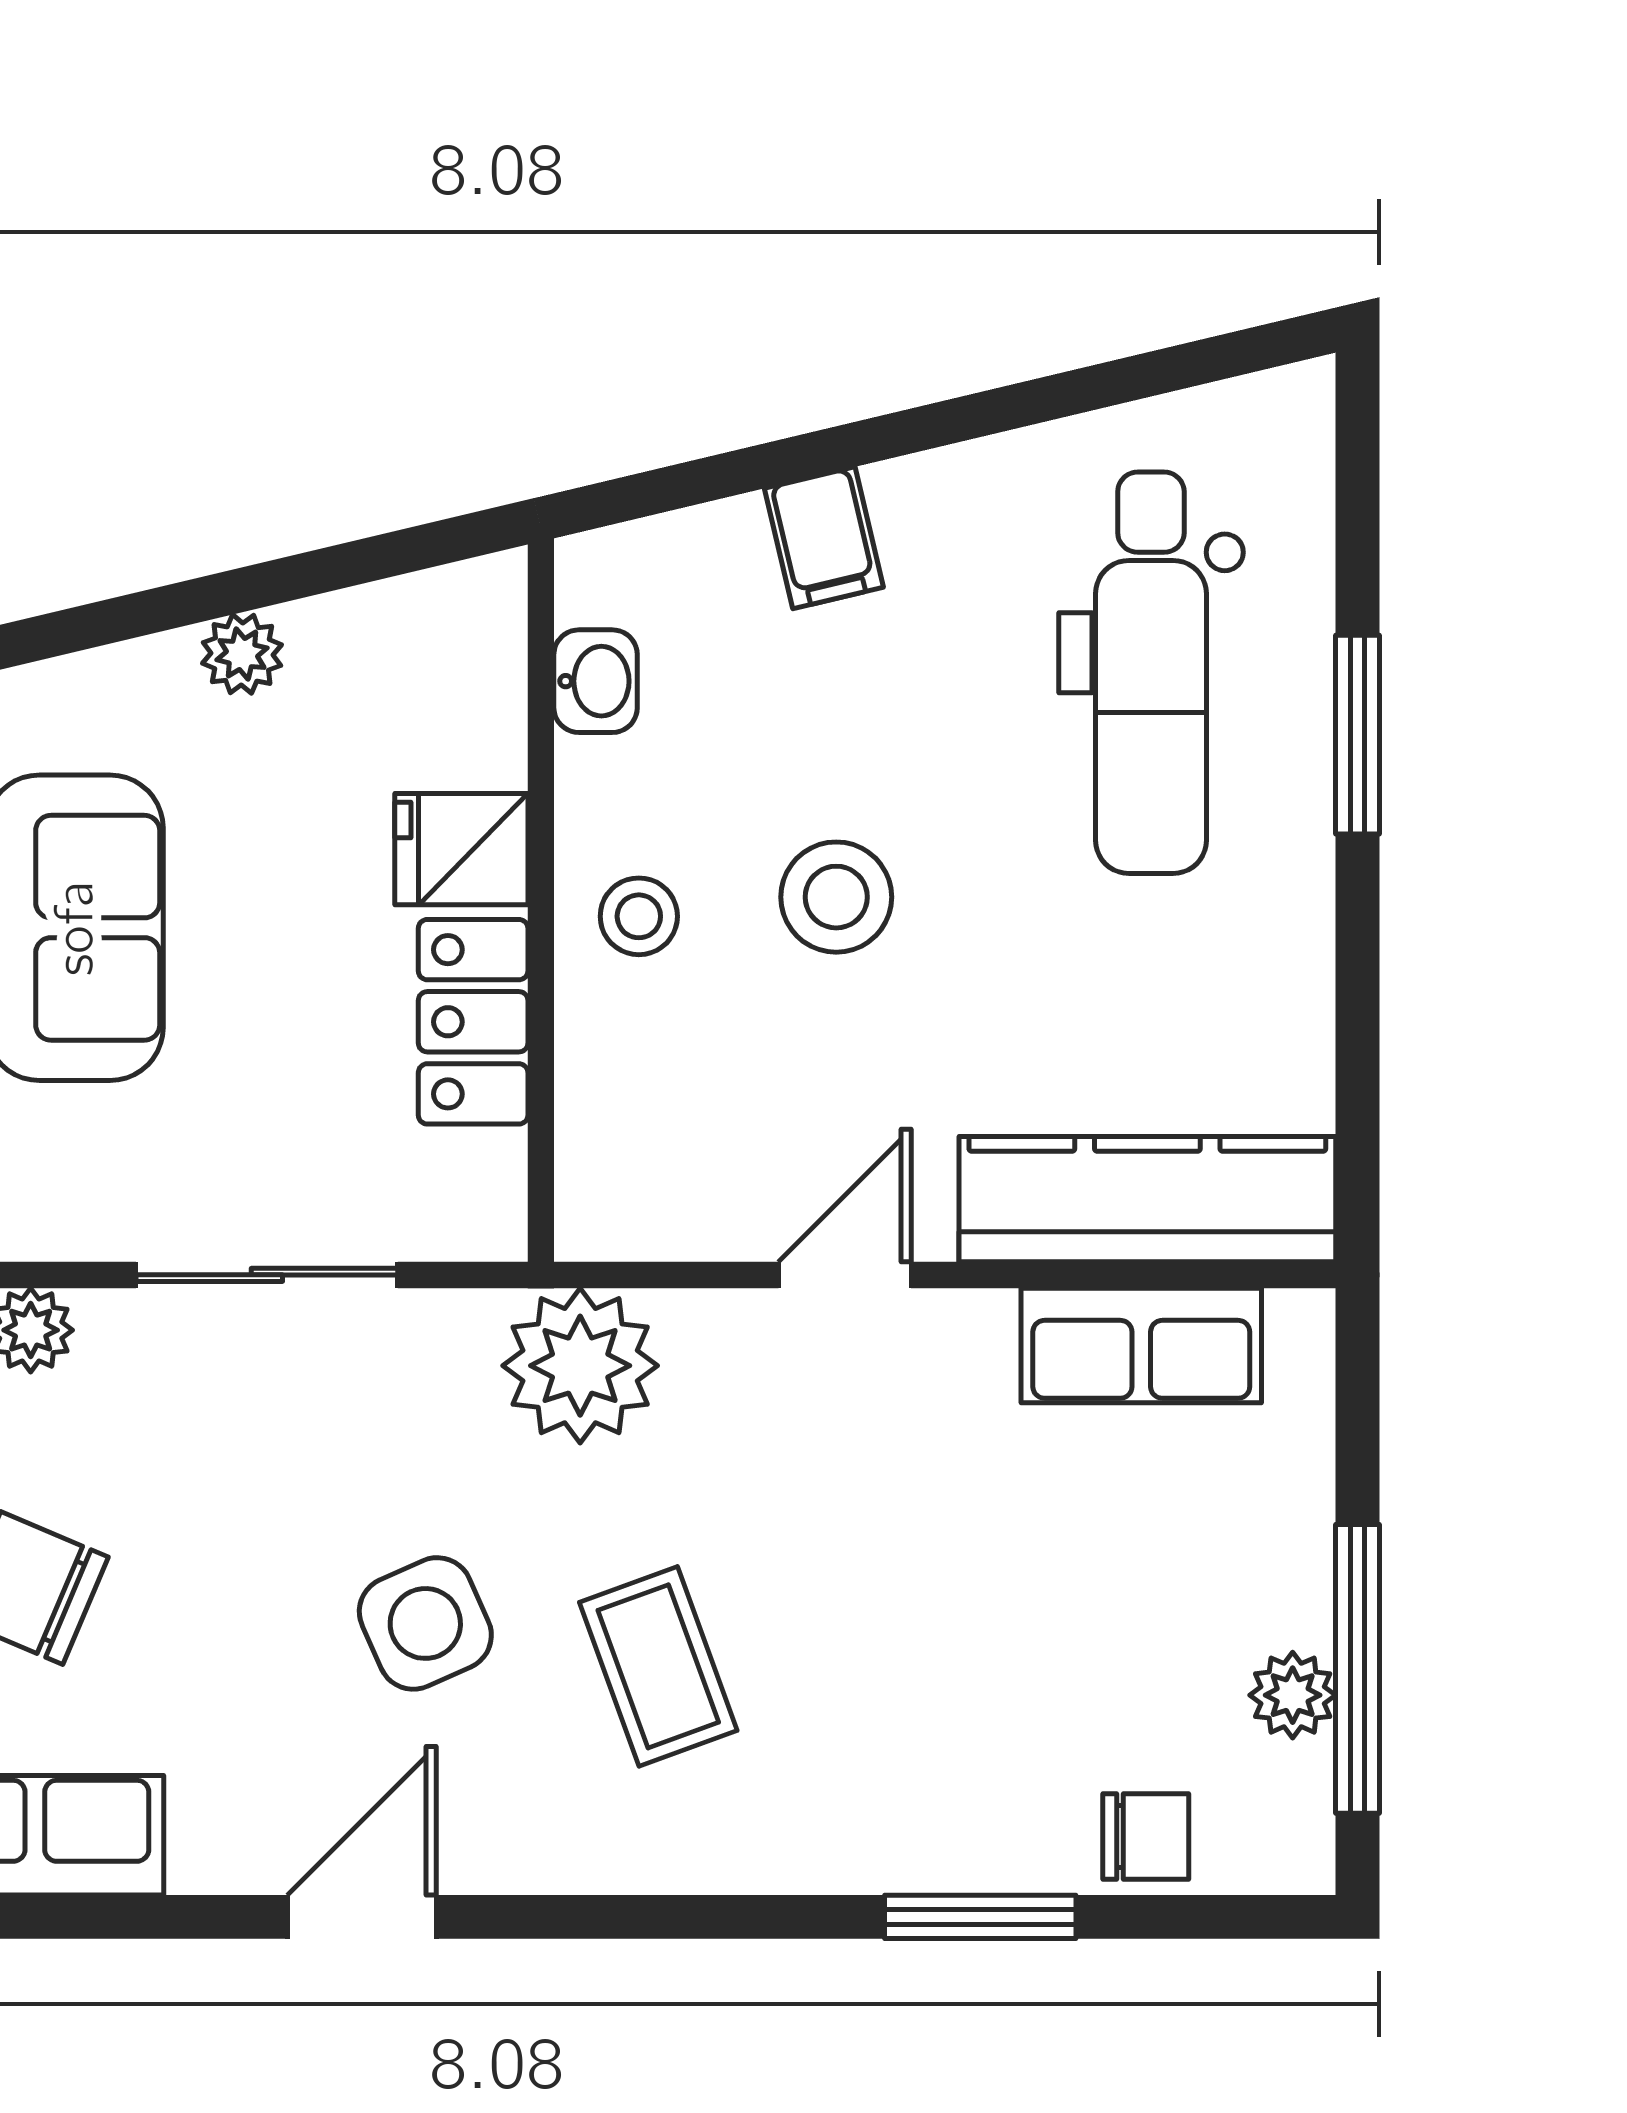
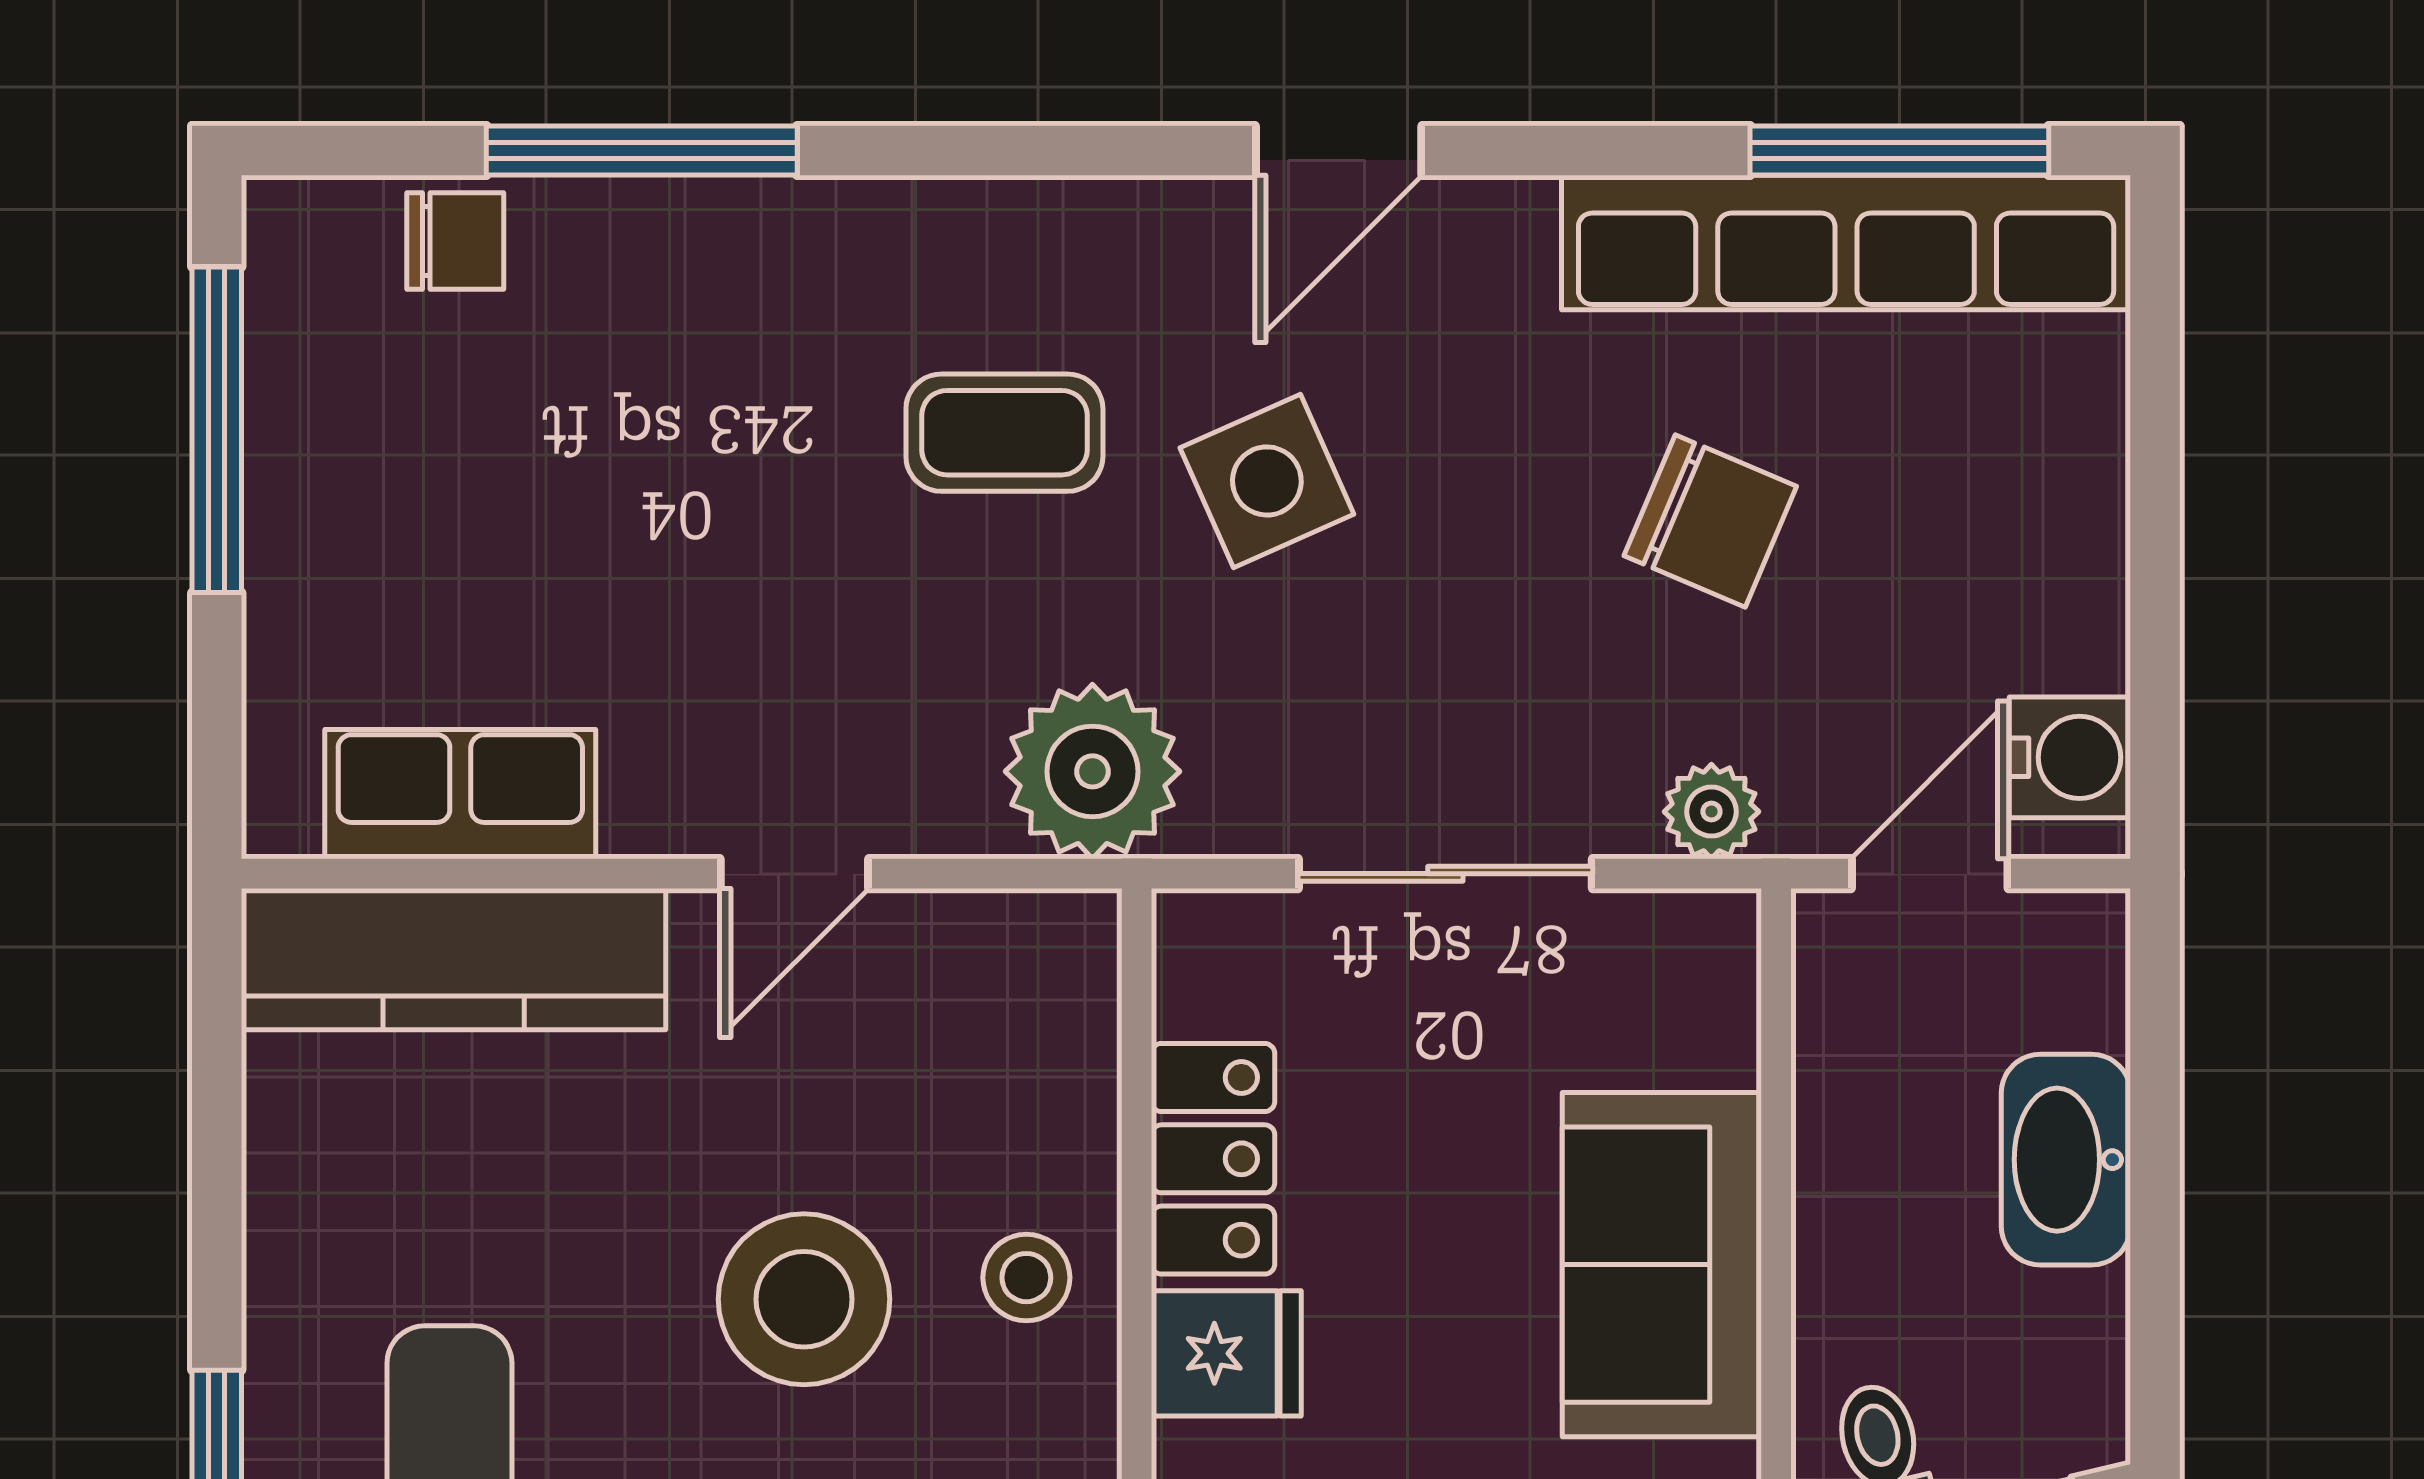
stool: (836, 897) -> (804, 1299), width x1.38, depth x1.38
coffee table: (658, 1666) -> (1004, 433), turned -70
plant: (1293, 1695) -> (290, 400), removed
chair: (1146, 1837) -> (455, 241), turned 180
window: (980, 1917) -> (642, 150), width x1.44

